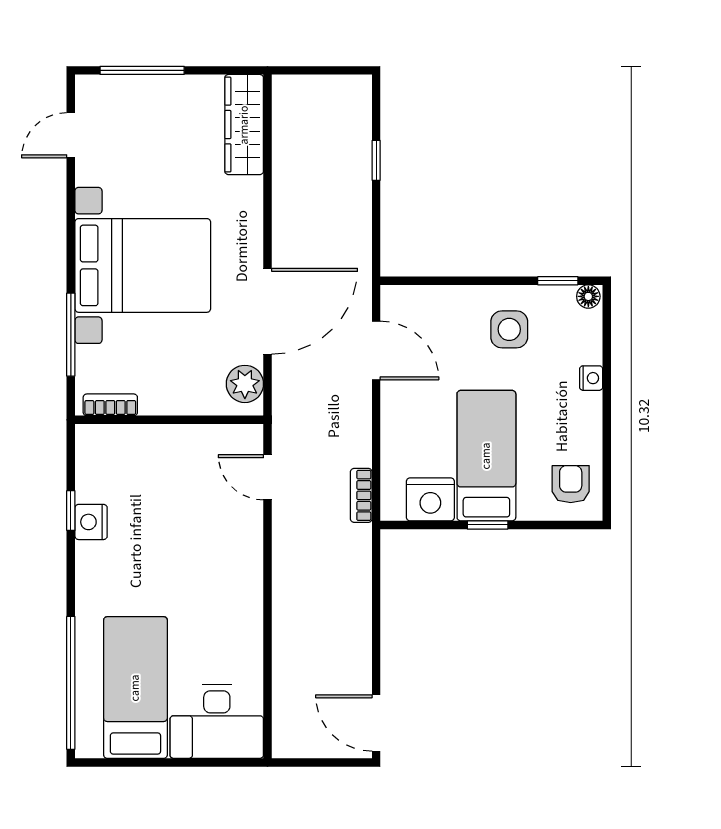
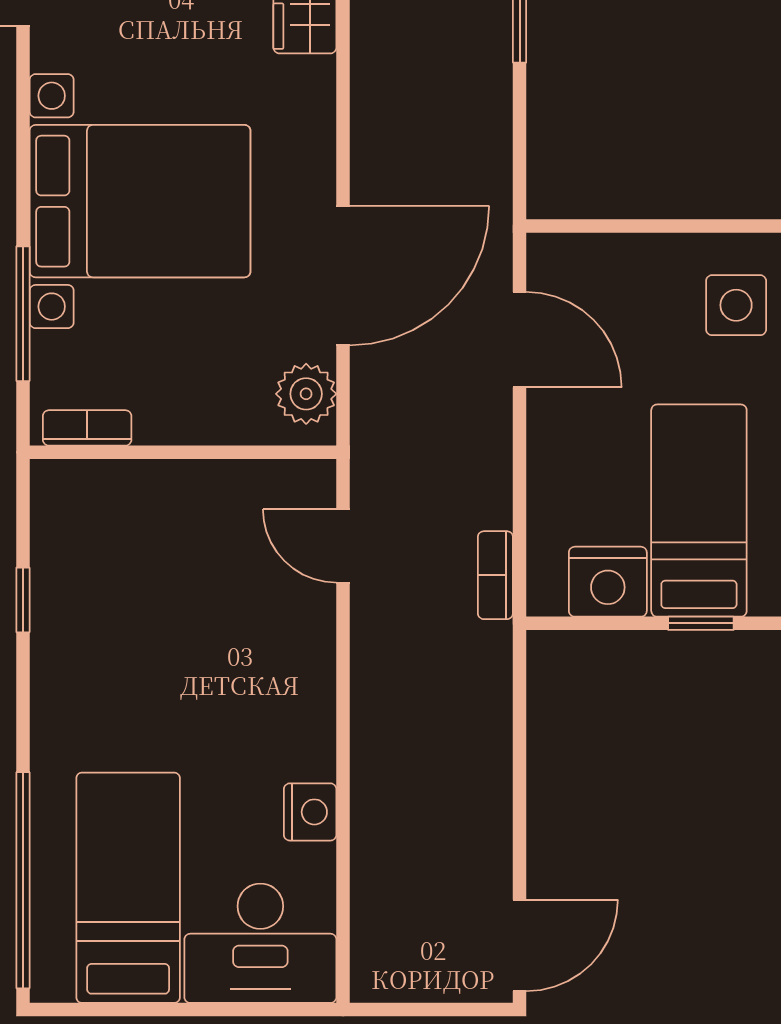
nightstand: (91, 522) -> (310, 812), moved, turned 180
door: (376, 723) -> (520, 945), swing flipped

